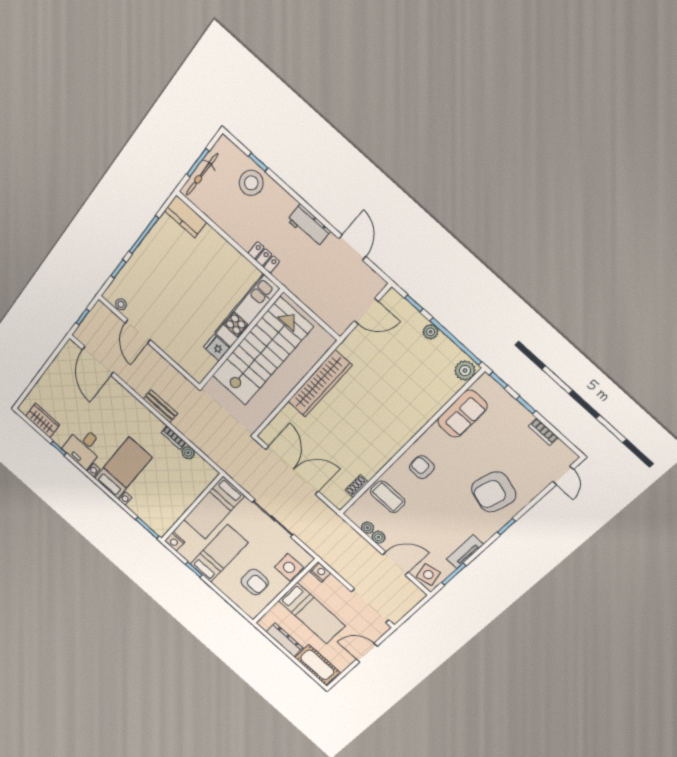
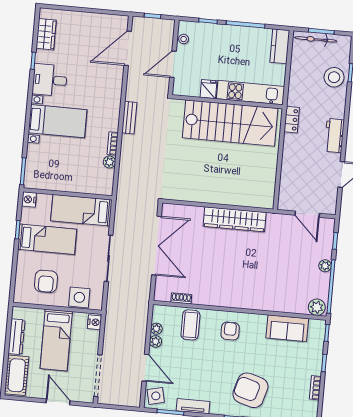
kitchen unit: (247, 311) -> (251, 93), moved
wall: (240, 339) -> (227, 102), moved
fridge: (217, 348) -> (209, 89), moved
stairs: (262, 352) -> (230, 123), moved

